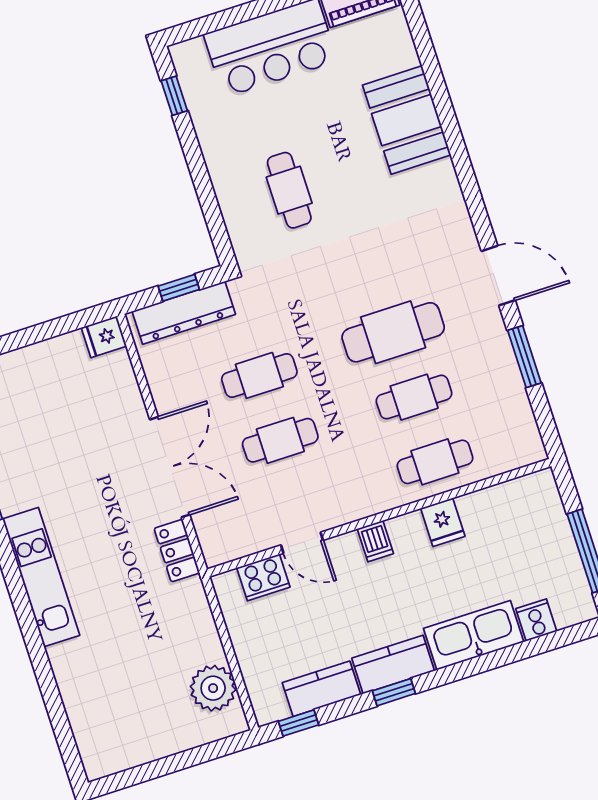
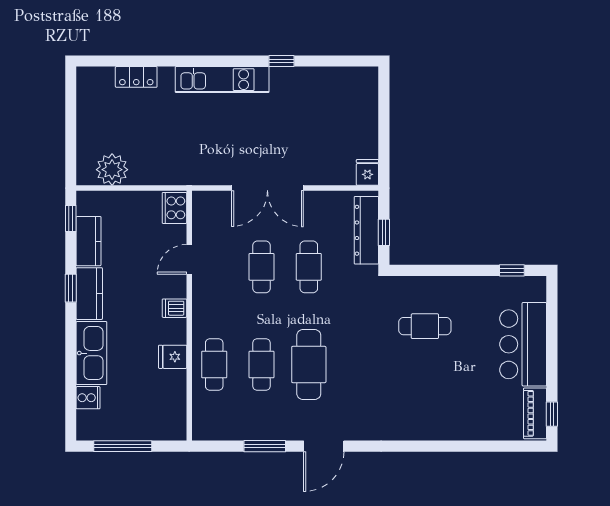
booth: (407, 120) -> (446, 419), removed
locker: (177, 551) -> (136, 77), moved, turned 180
cooker: (263, 577) -> (174, 208), moved

